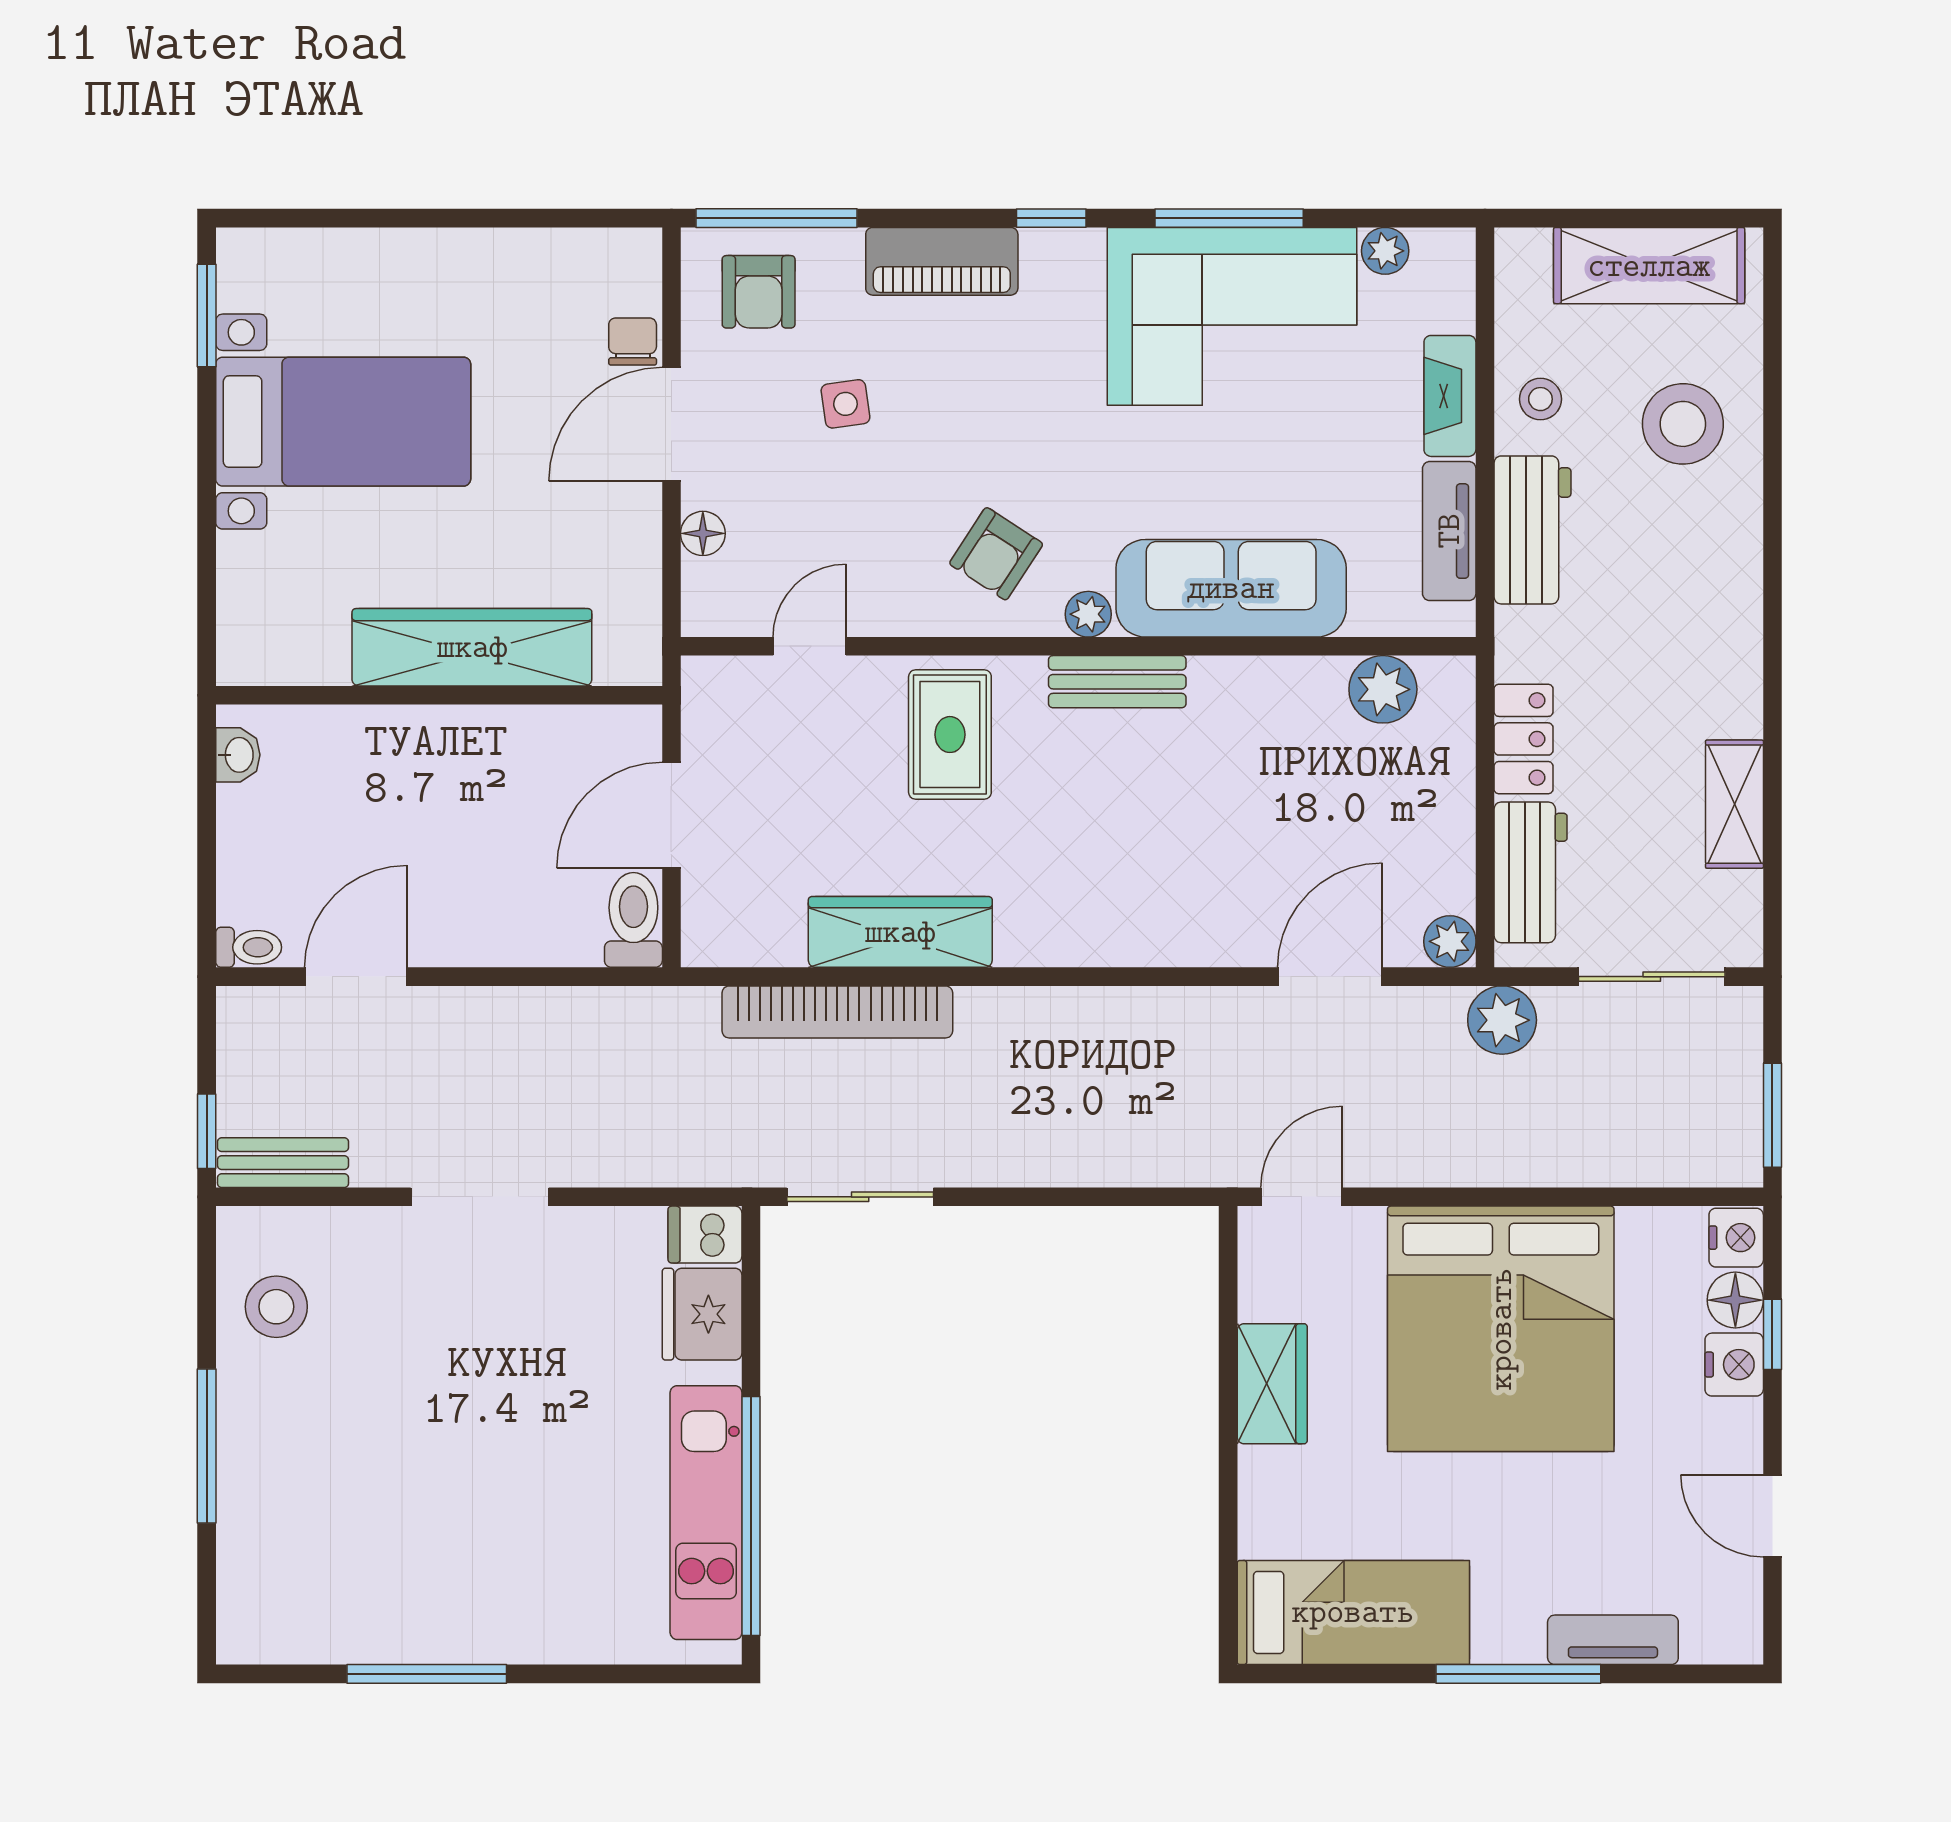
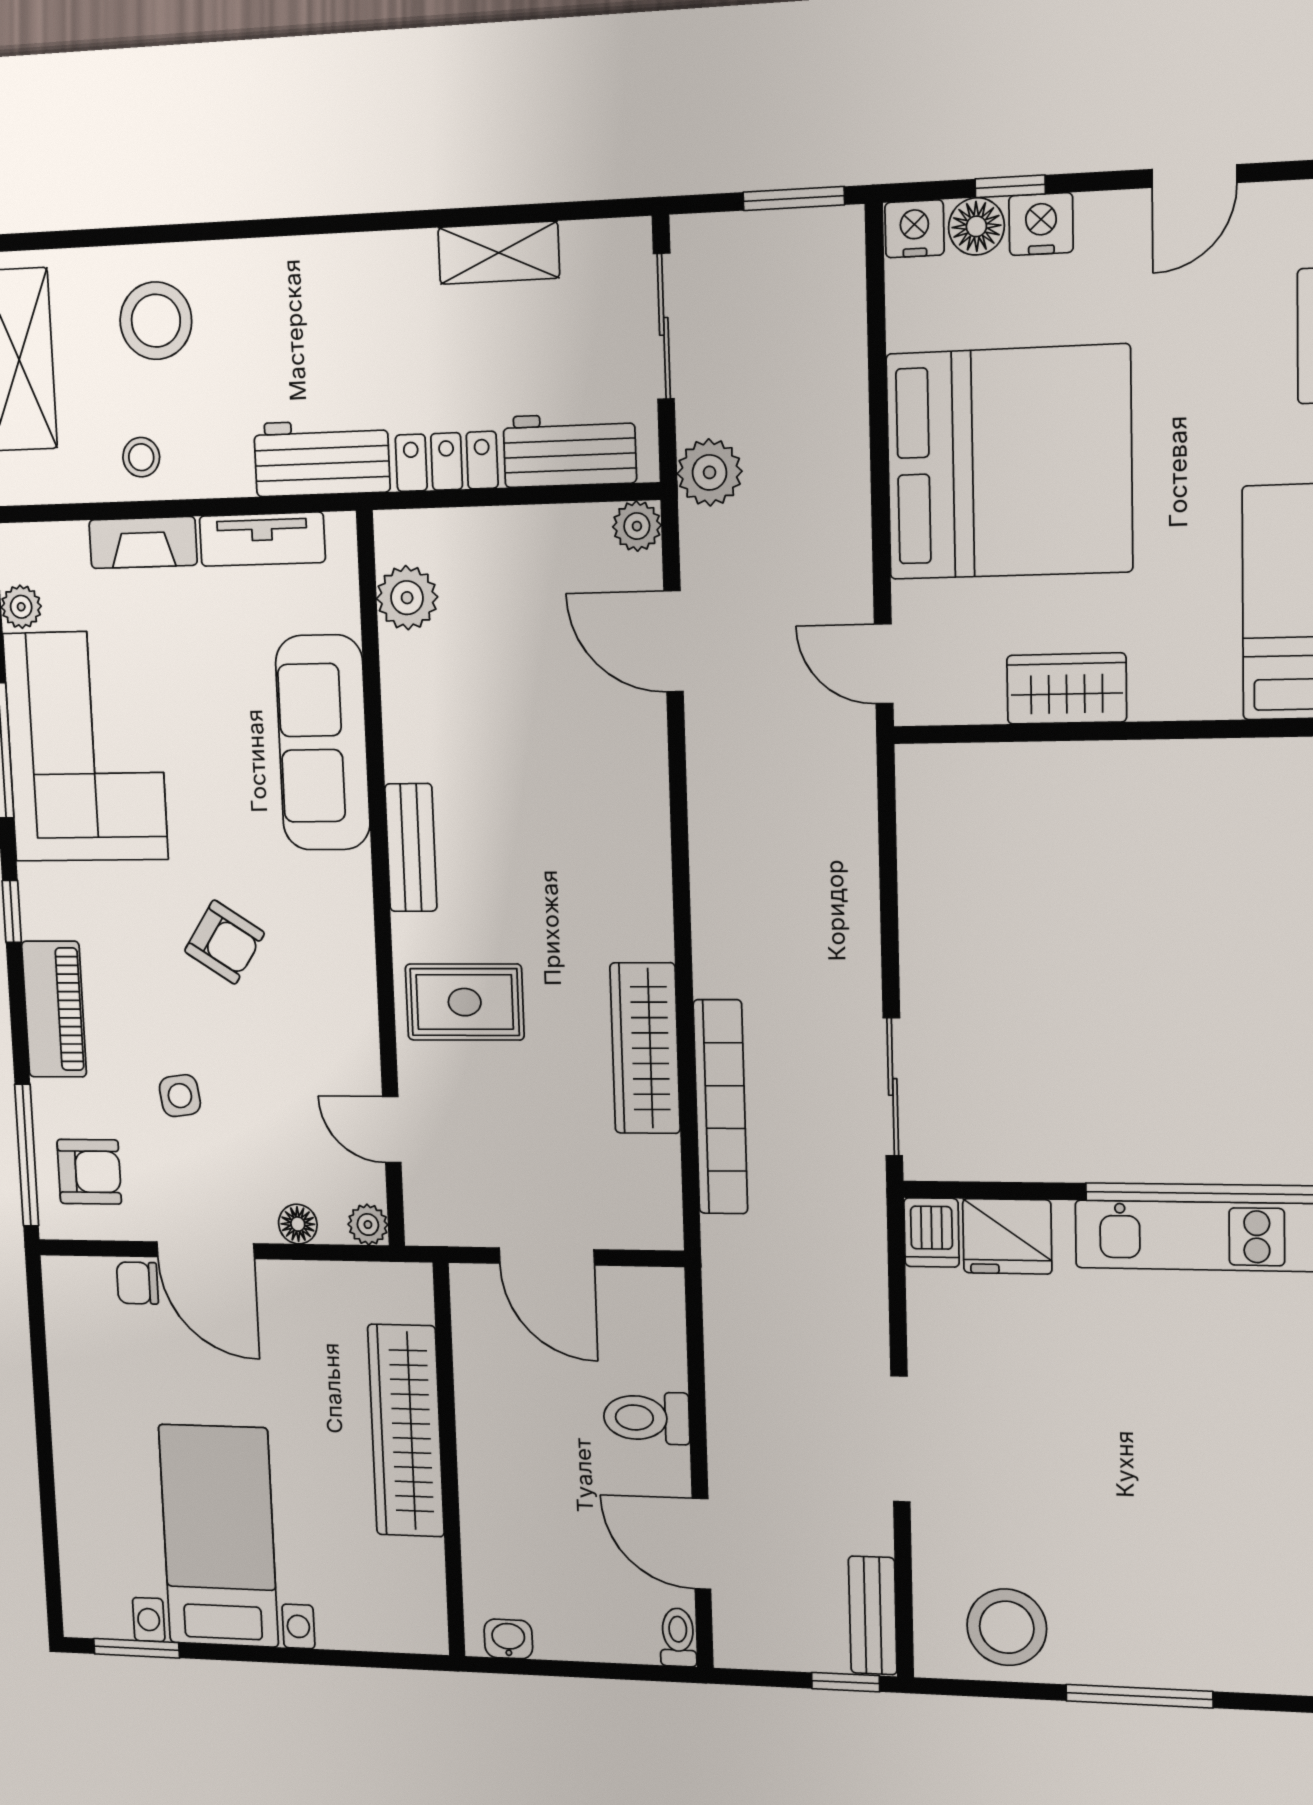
workbench: (1532, 530) -> (322, 458), moved
armchair: (996, 554) -> (224, 942), moved
plant: (1088, 614) -> (368, 1225), moved
toilet: (633, 920) -> (646, 1418), moved
stool: (276, 1307) -> (1007, 1627), width x1.38, depth x1.38

